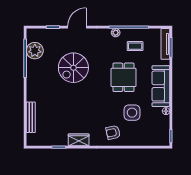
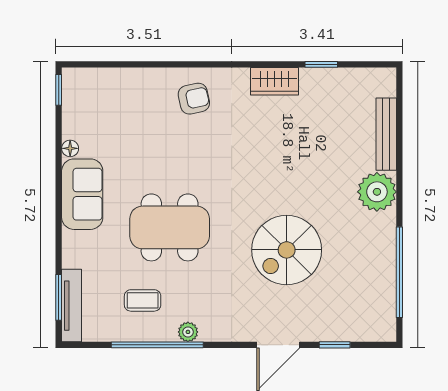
plant: (35, 51) -> (377, 192), moved
spiral stairs: (73, 68) -> (287, 250), turned 180
dining table: (123, 77) -> (170, 227), width x1.38
sofa: (161, 86) -> (82, 194), width x0.73
side table: (132, 113) -> (150, 145), removed

